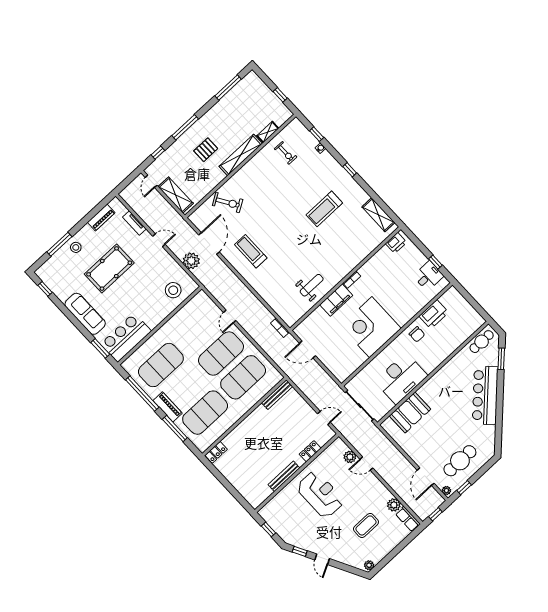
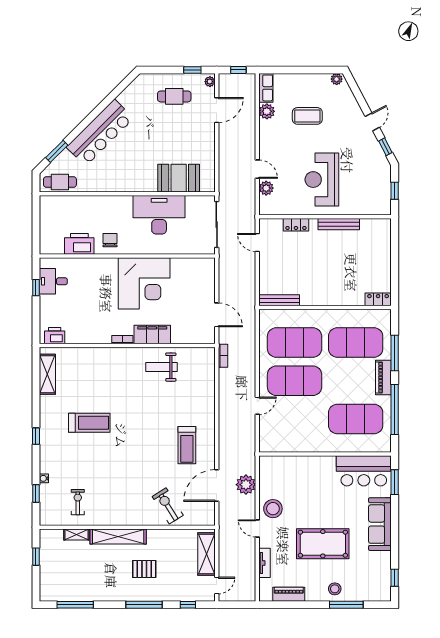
stool: (173, 290) -> (273, 509), moved
cafe table: (460, 461) -> (174, 96), width x0.73, depth x0.74

